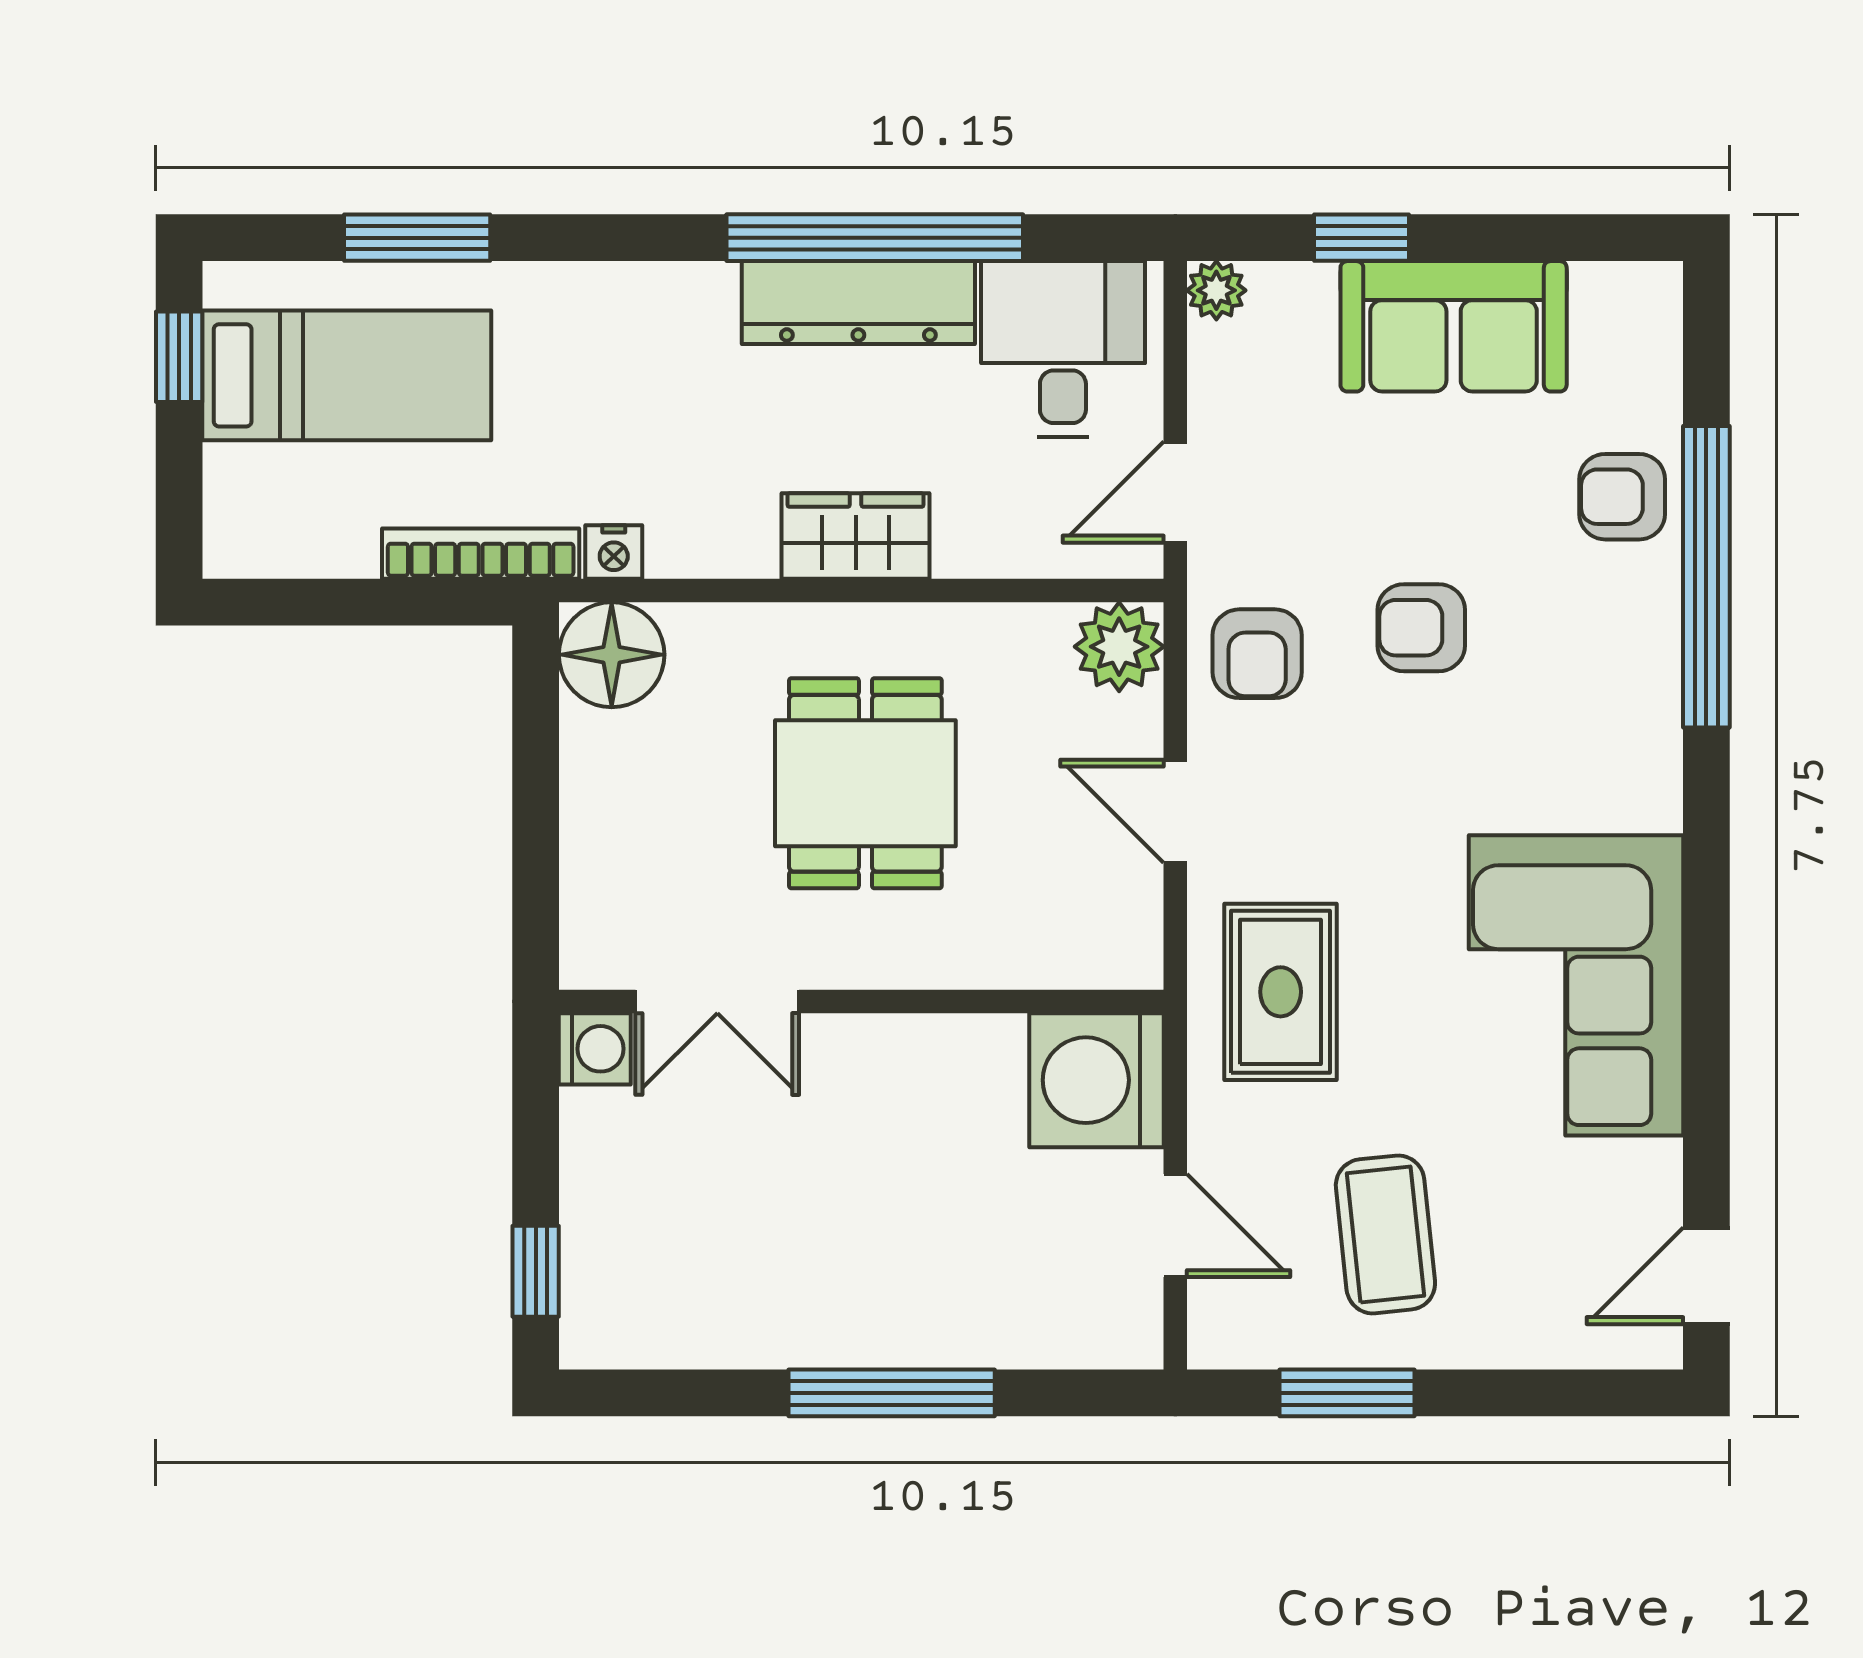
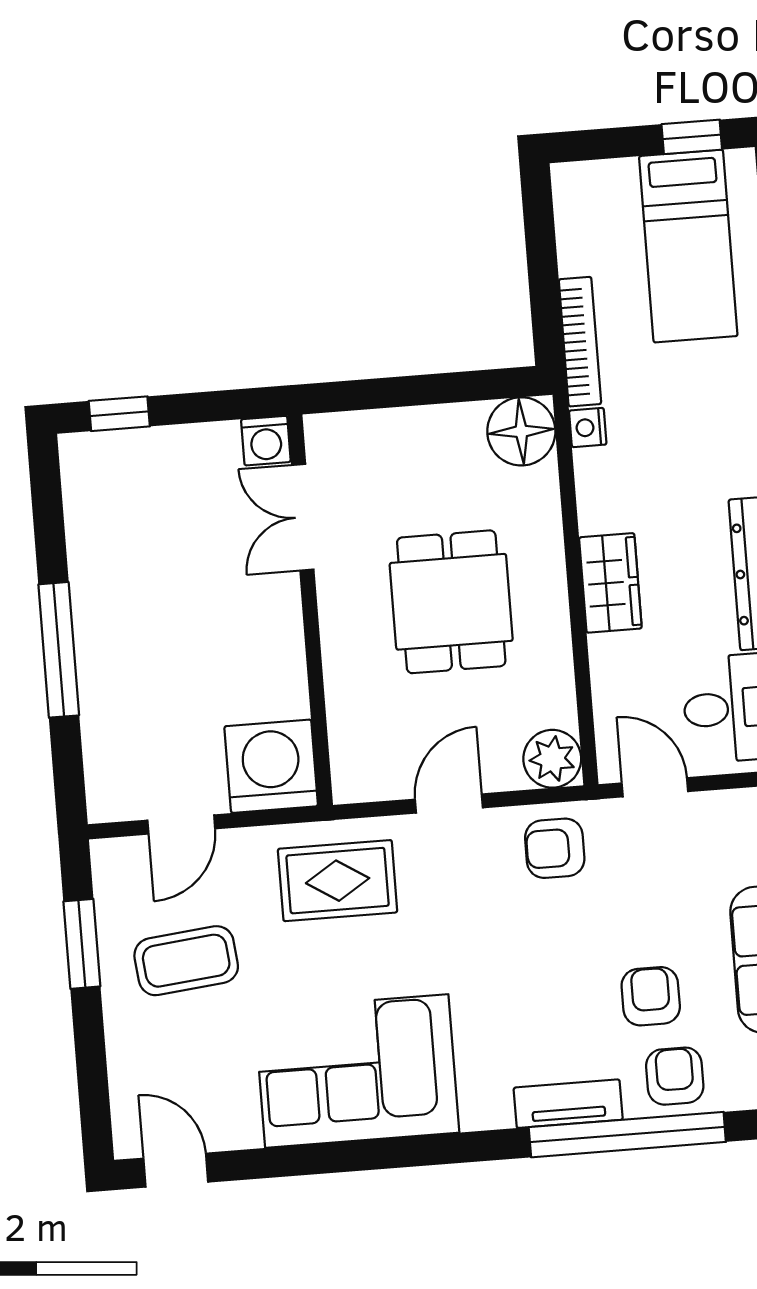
armchair: (1421, 628) -> (651, 996), moved
tv unit: (1652, 664) -> (568, 1104), added
dining table: (865, 783) -> (451, 602), turned 90

